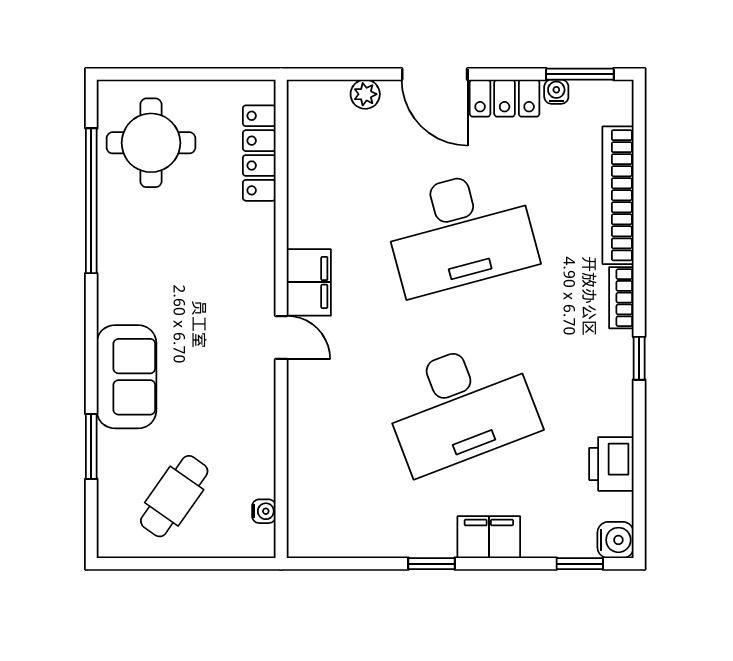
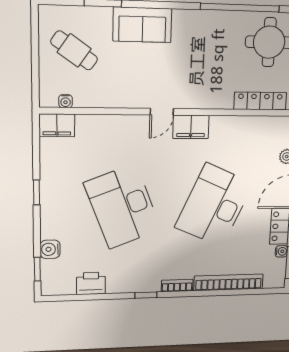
desk: (460, 232) -> (214, 205), turned 39
filing cabinet: (489, 537) -> (57, 125), moved, turned 90
water cooler: (616, 540) -> (50, 249), moved, turned 90

